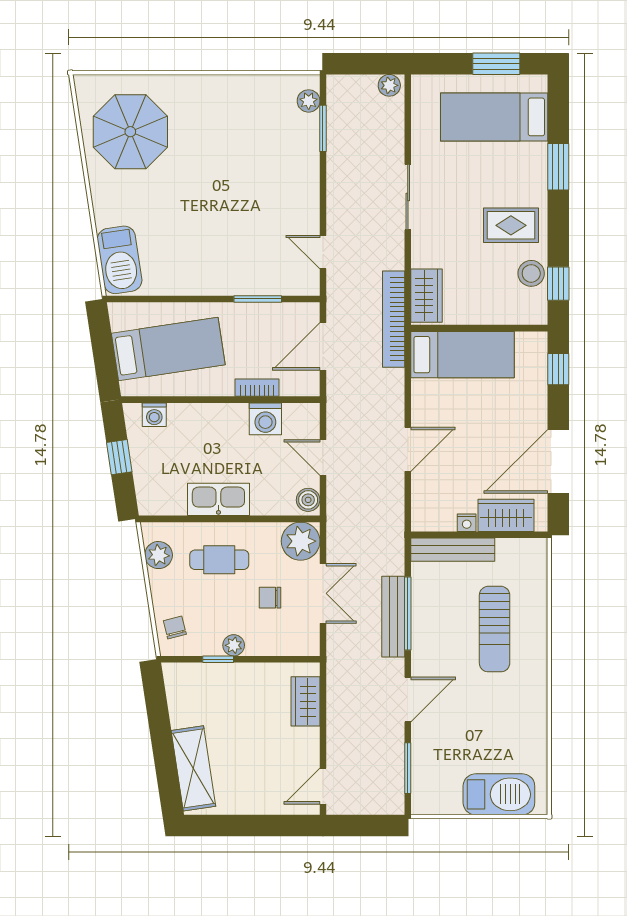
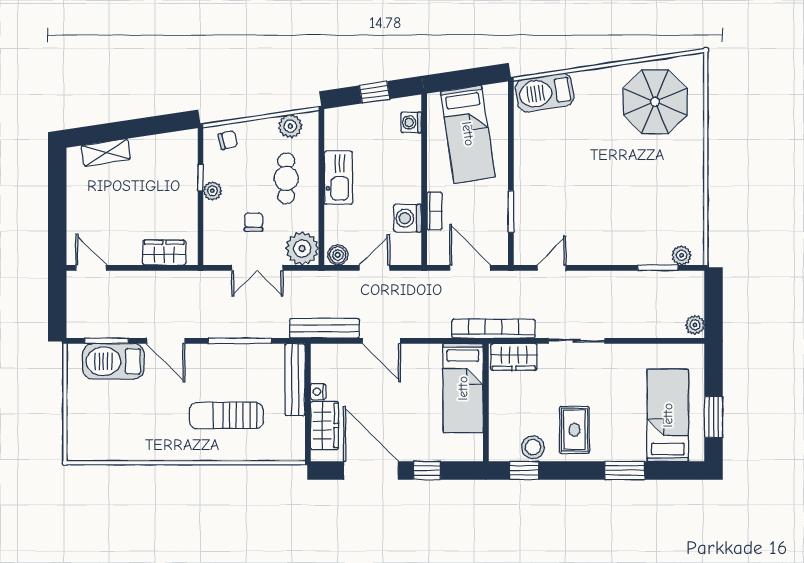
sliding door: (408, 197) -> (577, 341), moved
window: (558, 369) -> (427, 470), moved
bench: (393, 617) -> (324, 328), moved
shelving: (193, 768) -> (106, 153), width x0.67, depth x0.75
barbecue: (499, 794) -> (113, 361), moved, turned 90

